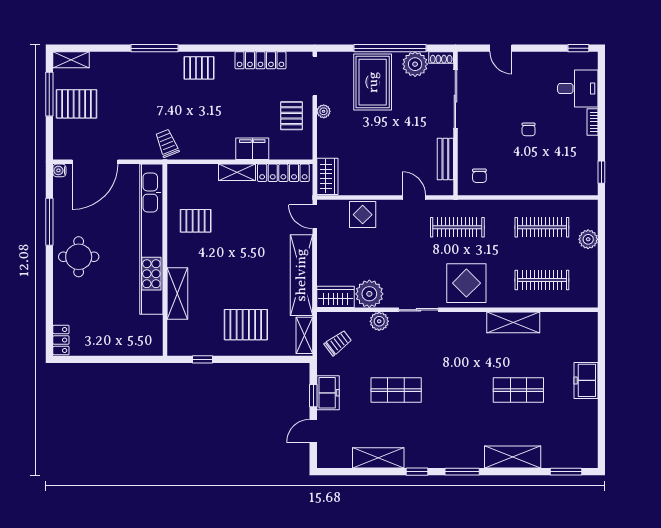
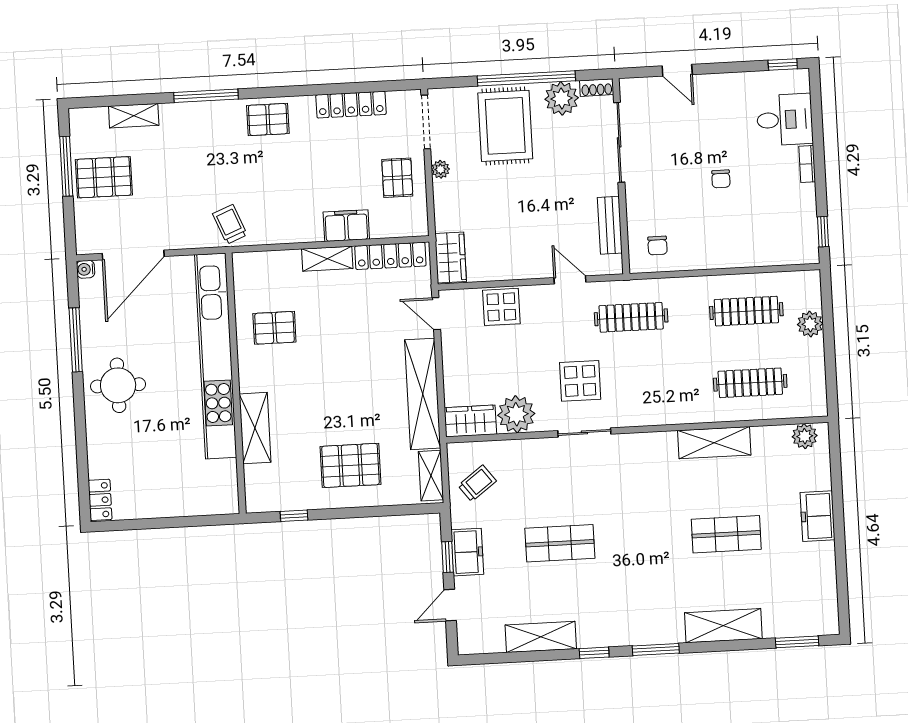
shelving: (71, 60) -> (134, 116), moved
display table: (466, 283) -> (580, 381), moved, width x0.73, depth x0.73
plant: (379, 321) -> (805, 436), moved

